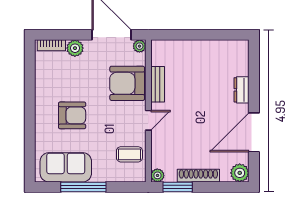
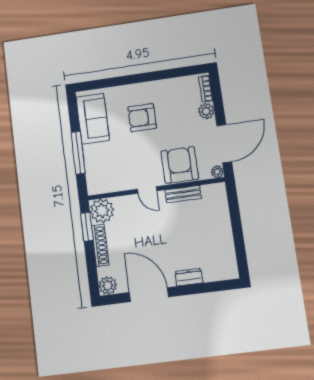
armchair: (72, 115) -> (142, 118), turned 90
coffee table: (129, 154) -> (112, 176), removed
plant: (157, 175) -> (102, 211), width x1.88, depth x1.88
window: (83, 187) -> (78, 153), moved

